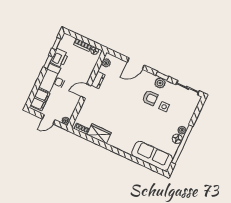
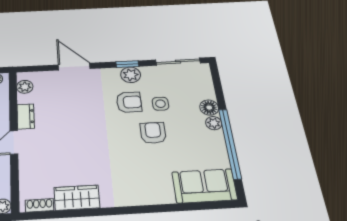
door: (136, 64) -> (74, 67), swing flipped
armchair: (151, 120) -> (153, 133), added
floor lamp: (177, 139) -> (209, 108), moved
sofa: (152, 156) -> (204, 186), width x0.73

